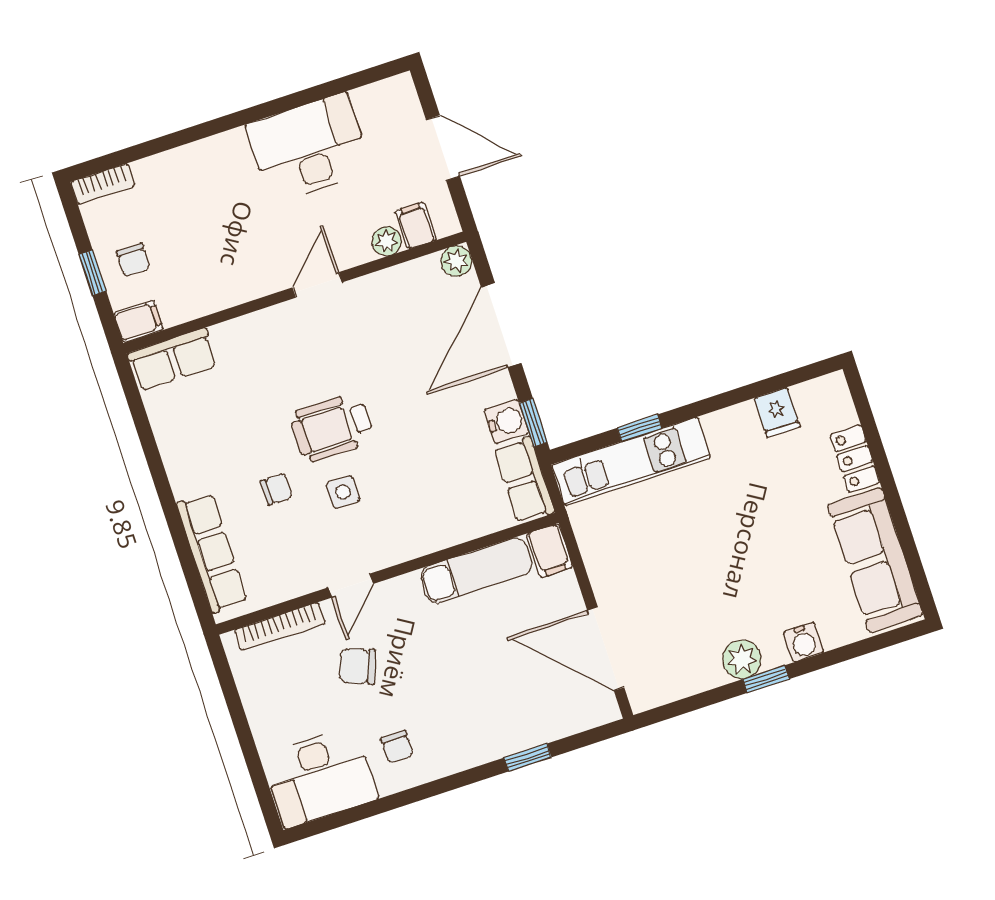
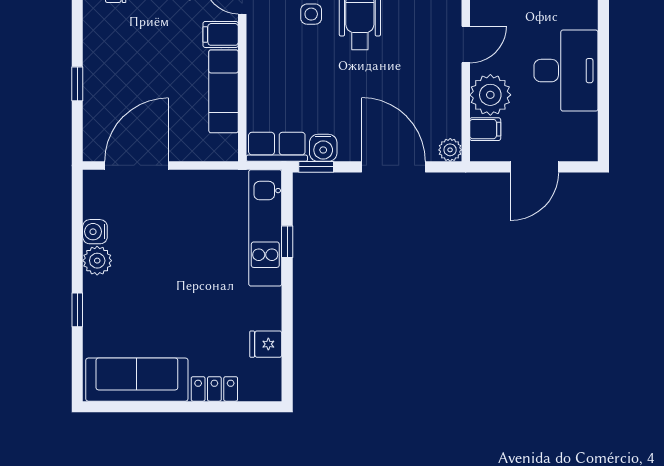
plant: (387, 241) -> (490, 95), width x1.88, depth x1.88
door: (317, 285) -> (466, 44), hinge flipped
filing cabinet: (549, 550) -> (221, 34), moved
water cooler: (803, 642) -> (95, 232), moved
window: (766, 679) -> (77, 310), moved

